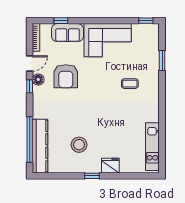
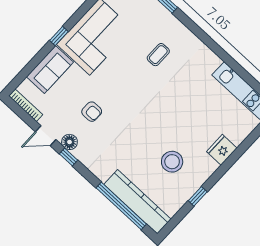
window: (61, 21) -> (59, 36), moved
door: (30, 63) -> (46, 136), swing flipped
armchair: (66, 76) -> (92, 112), width x0.53, depth x0.53
window: (92, 176) -> (198, 196), moved

